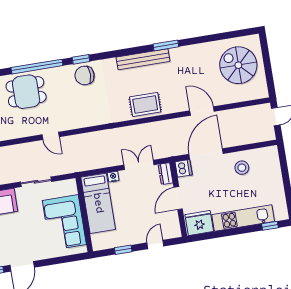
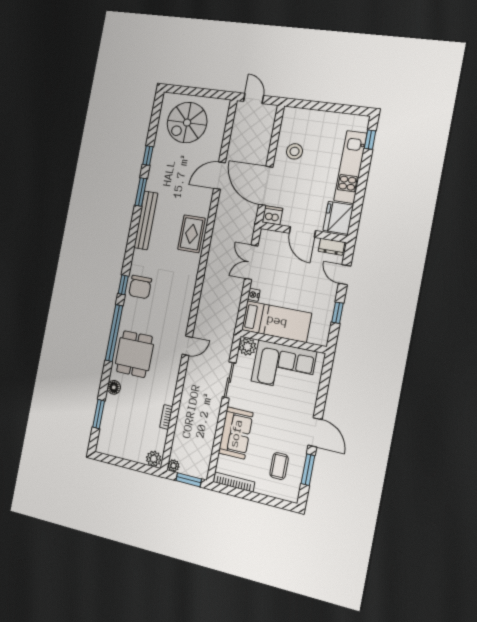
window: (199, 40) -> (148, 156), added
dresser: (166, 174) -> (332, 247), moved
plant: (69, 187) -> (247, 347), added

